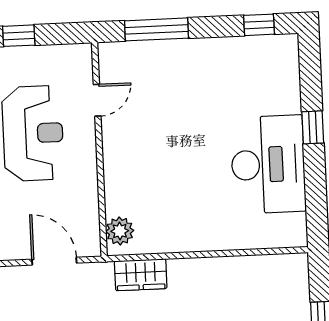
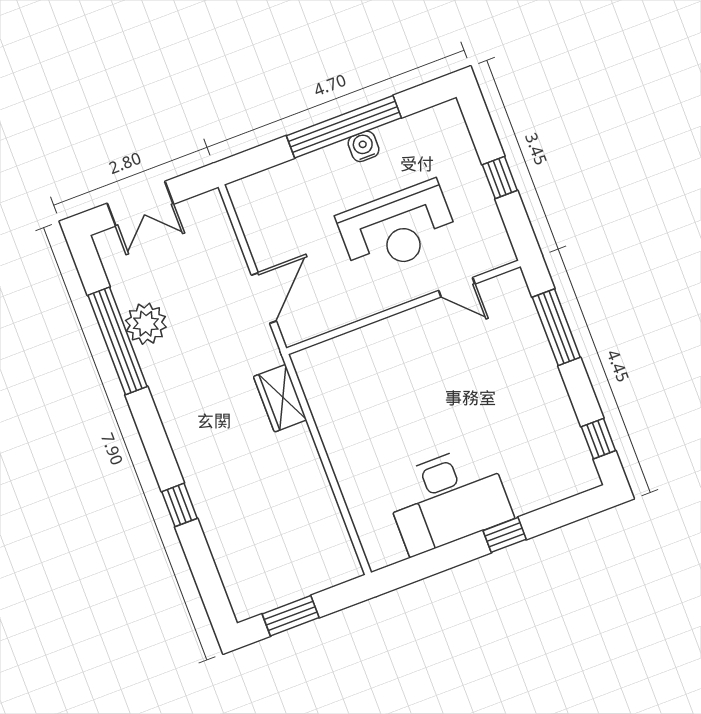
plant: (120, 231) -> (321, 359), removed

